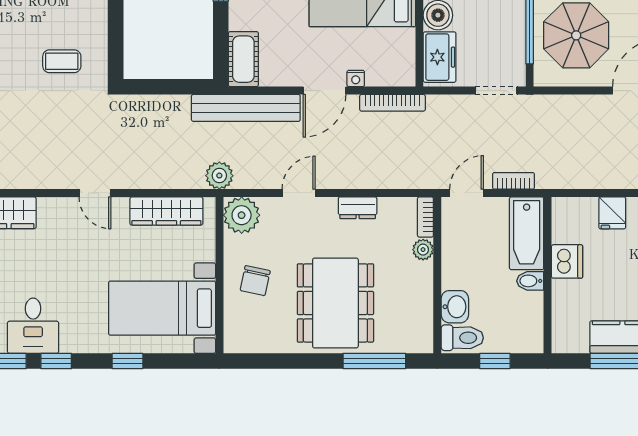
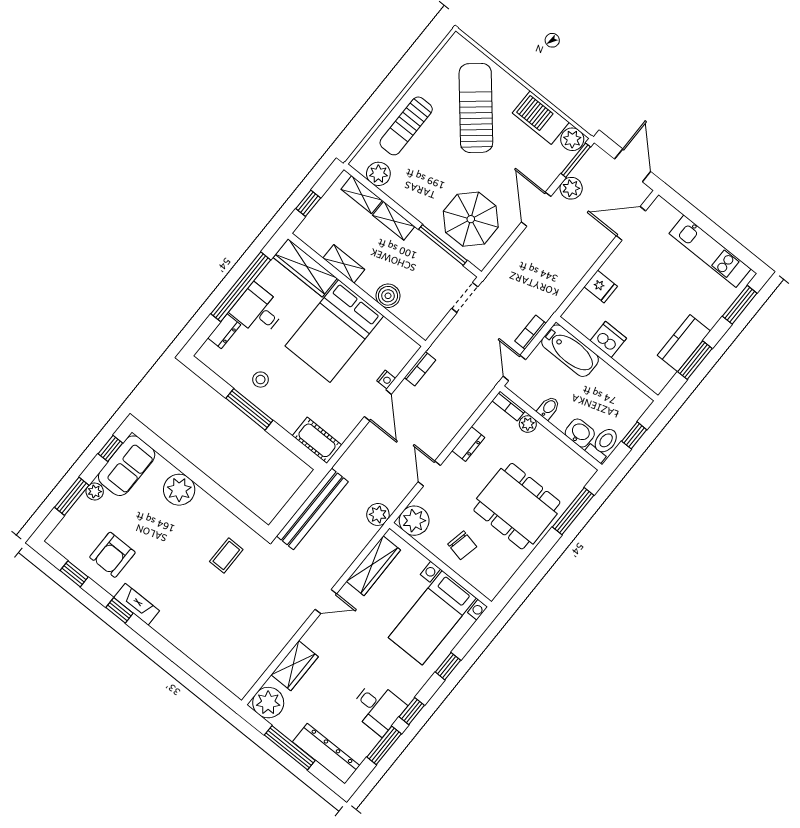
freezer: (440, 57) -> (415, 316), removed
bookcase: (393, 103) -> (420, 369), width x0.64
bench: (246, 108) -> (312, 509), moved
bidet: (530, 281) -> (549, 408), moved, turned 180

